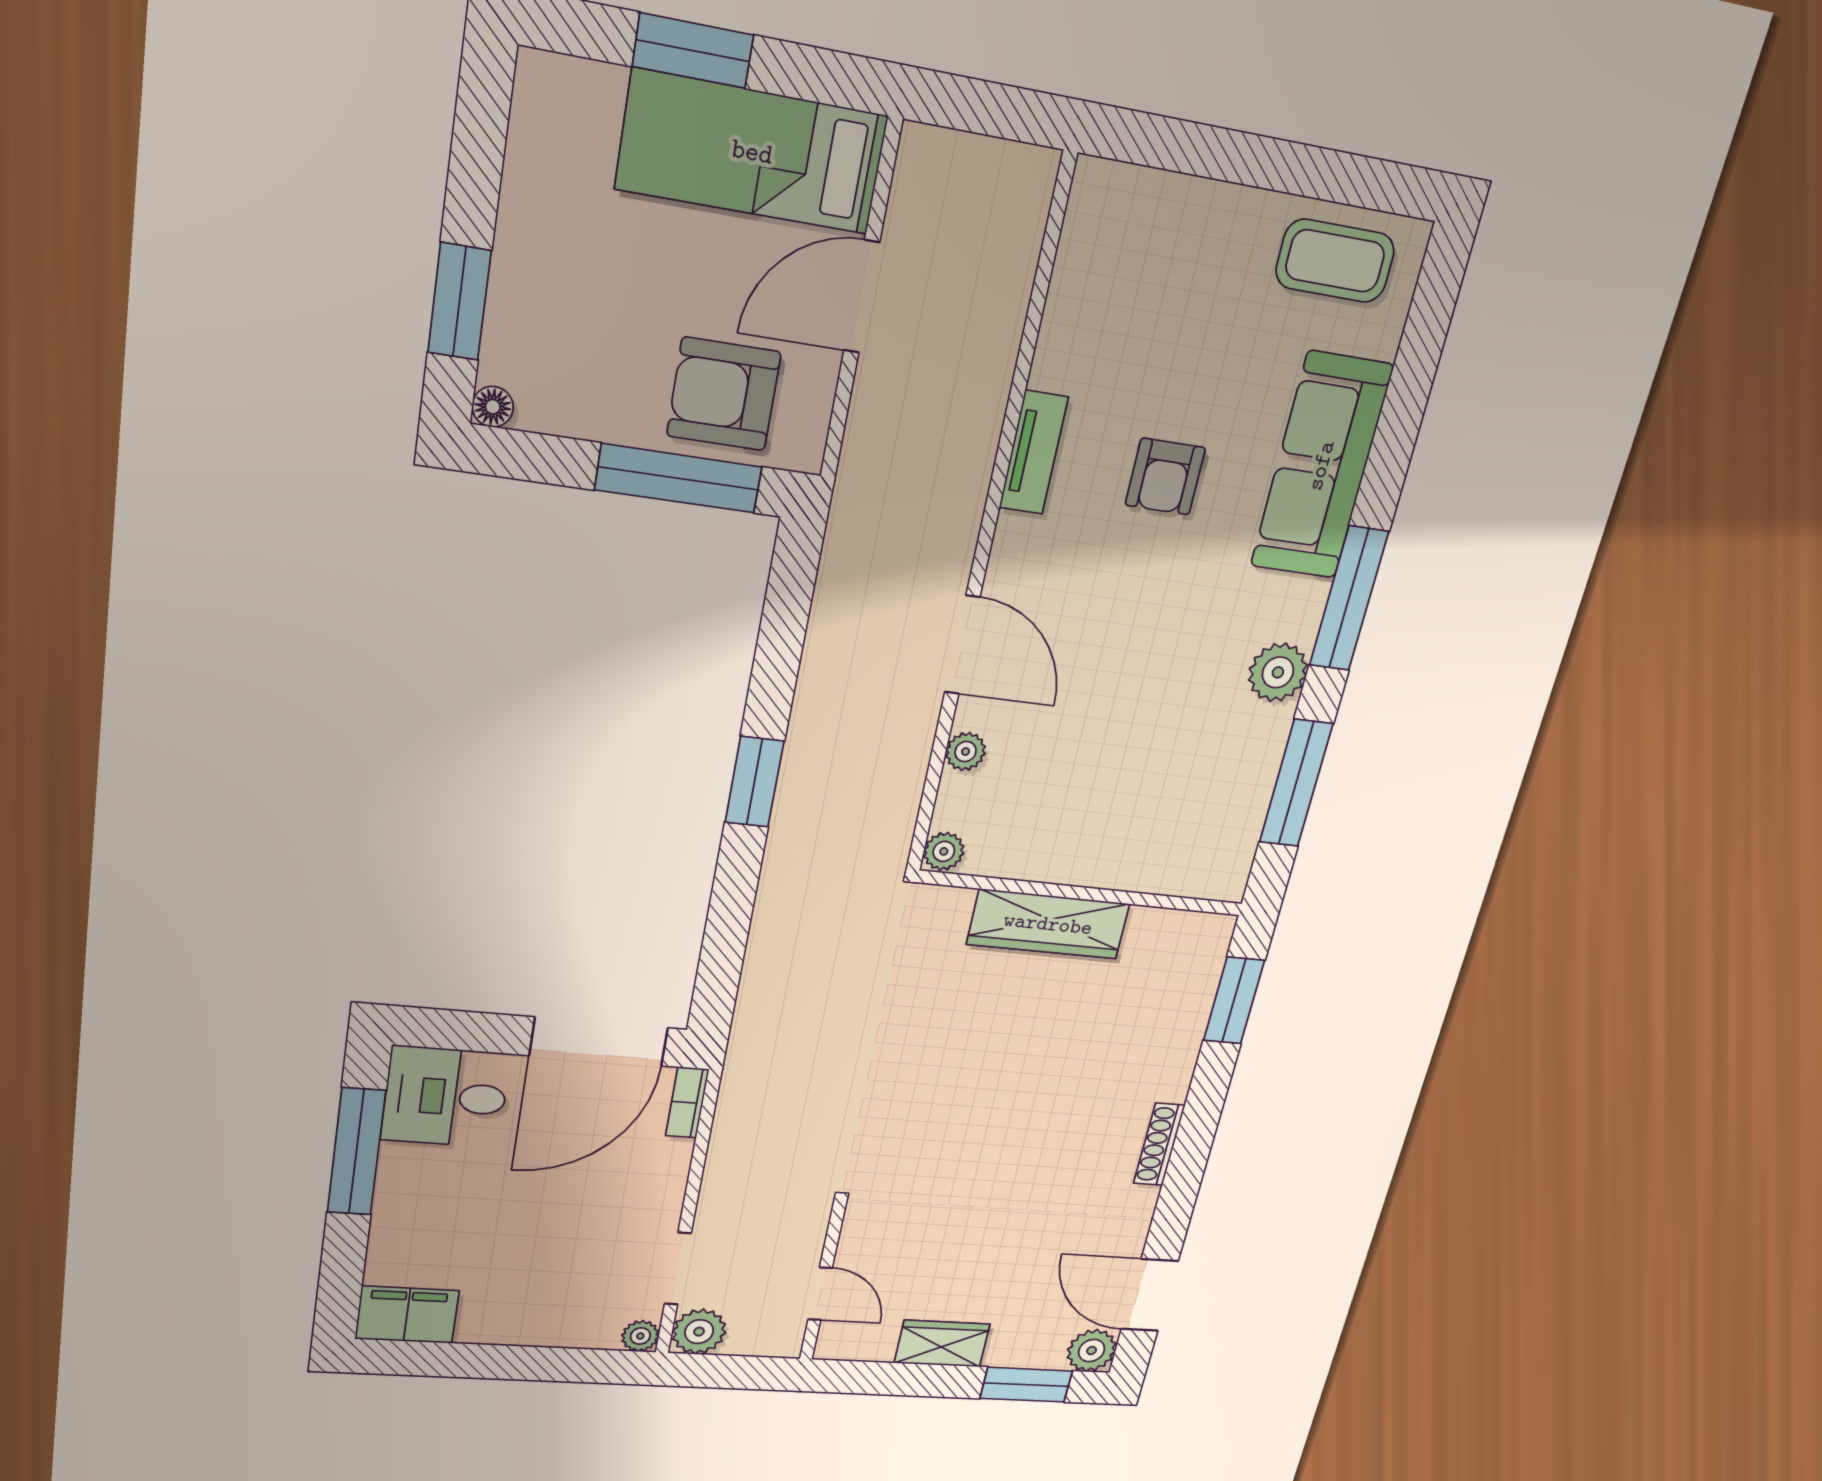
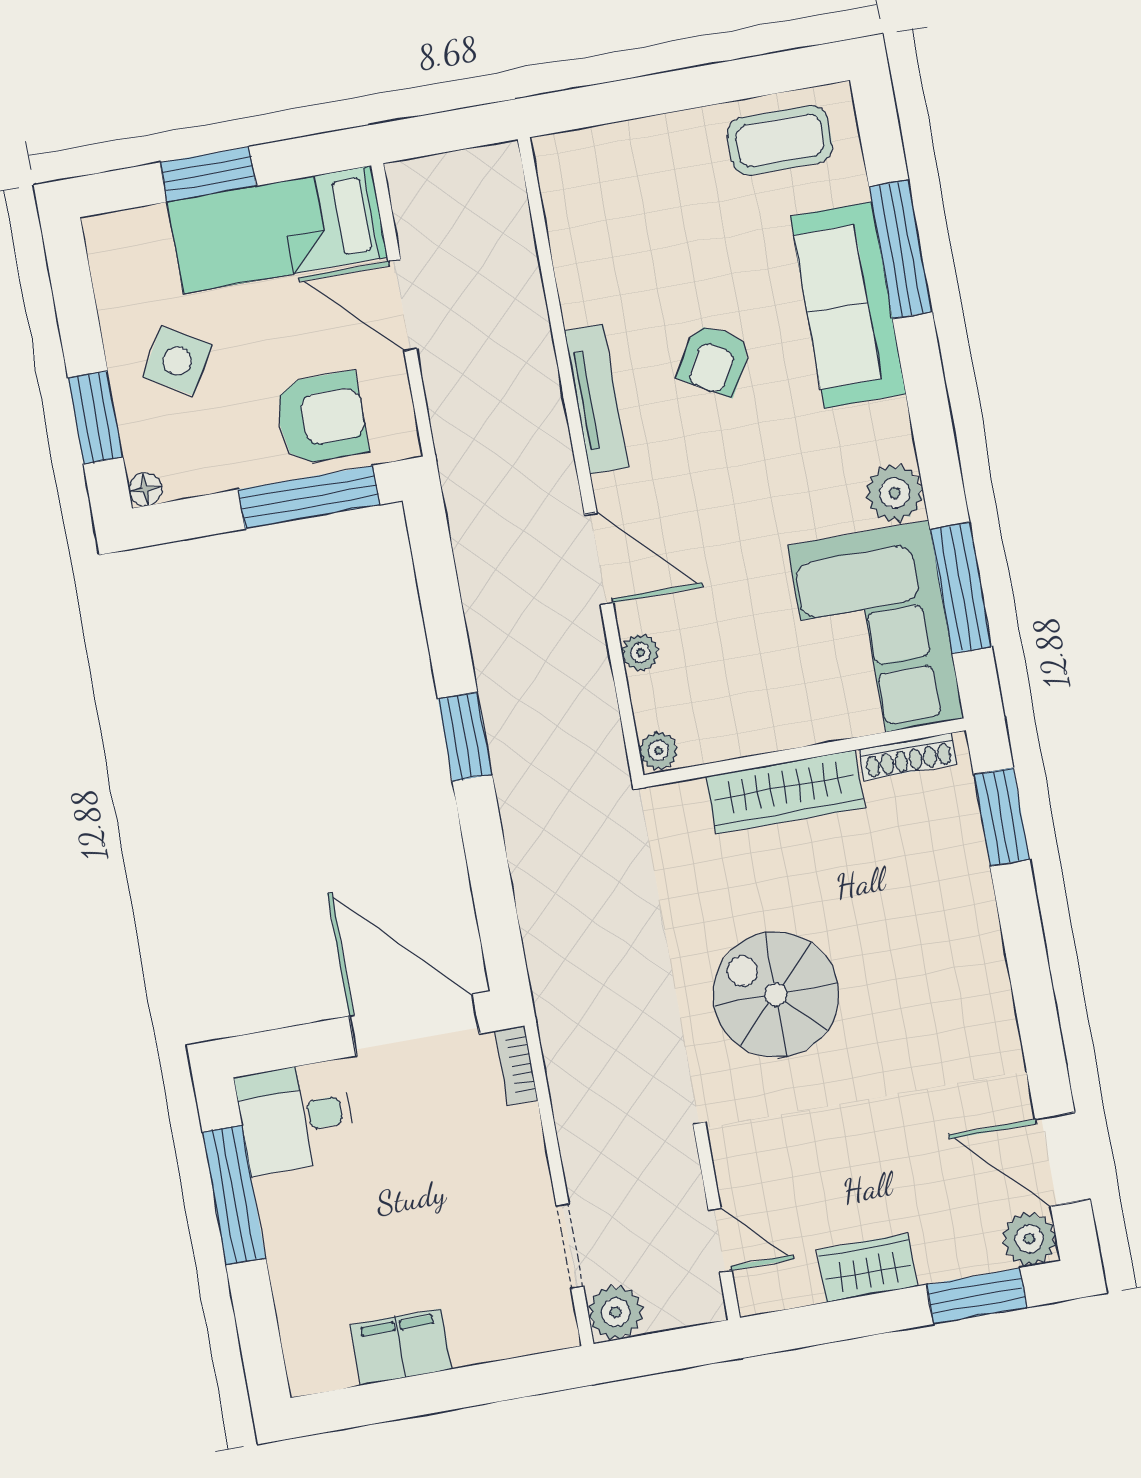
side table: (580, 269) -> (177, 361), added
door: (862, 297) -> (402, 305), hinge flipped
armchair: (724, 394) -> (321, 418), turned 180
tv unit: (1034, 453) -> (596, 399), width x1.41
armchair: (1165, 477) -> (714, 360), turned 30
window: (1349, 599) -> (901, 249), moved
corner sofa: (1199, 800) -> (876, 632), added
door: (599, 1042) -> (414, 1025), swing flipped
spiral stairs: (960, 1101) -> (776, 994), added
shoe rack: (1159, 1144) -> (908, 757), moved, turned -90
filing cabinet: (407, 1315) -> (401, 1347), moved
plant: (640, 1336) -> (560, 1331), removed

